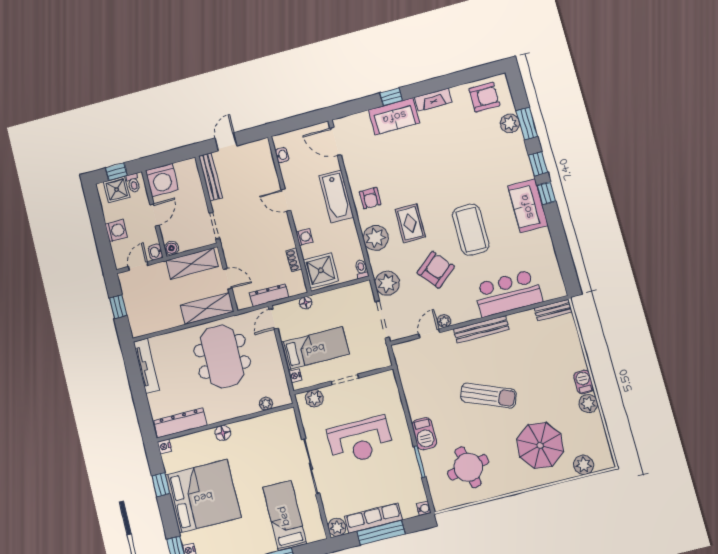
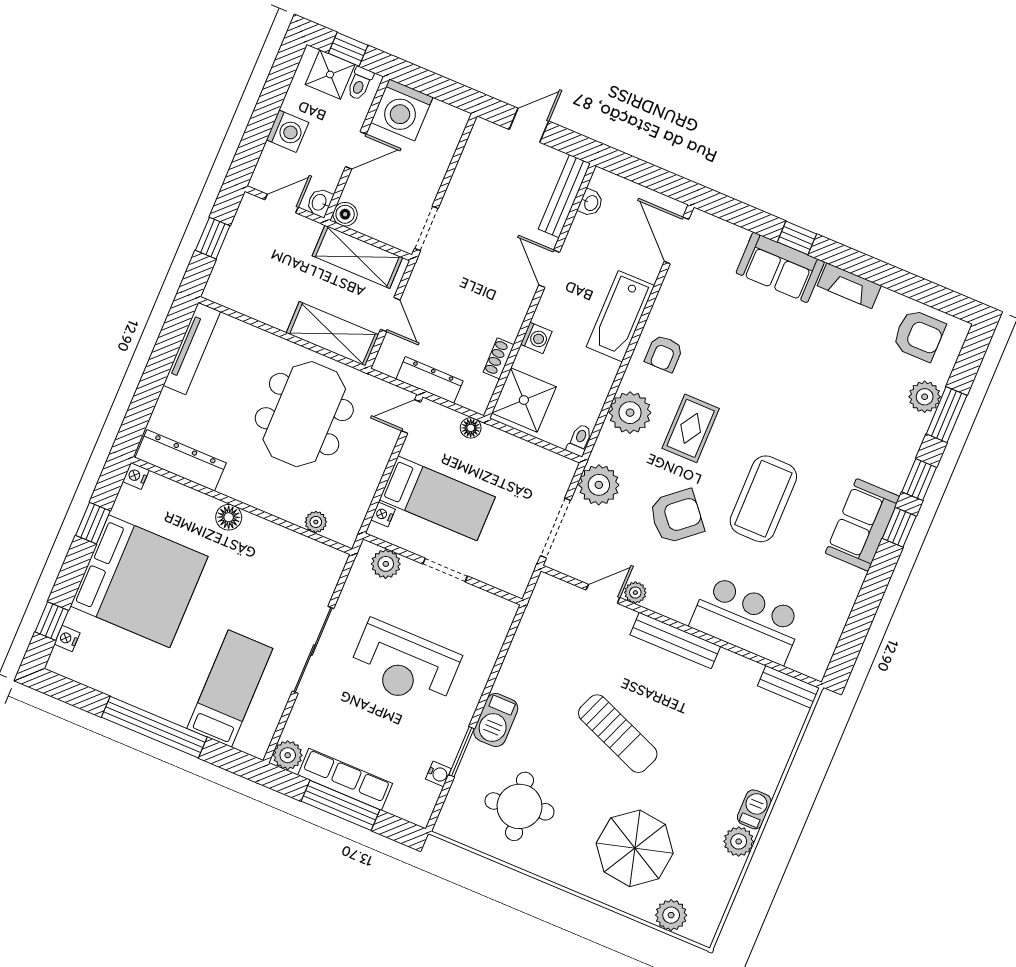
bench: (211, 177) -> (564, 196), moved
water cooler: (424, 509) -> (438, 774), moved

